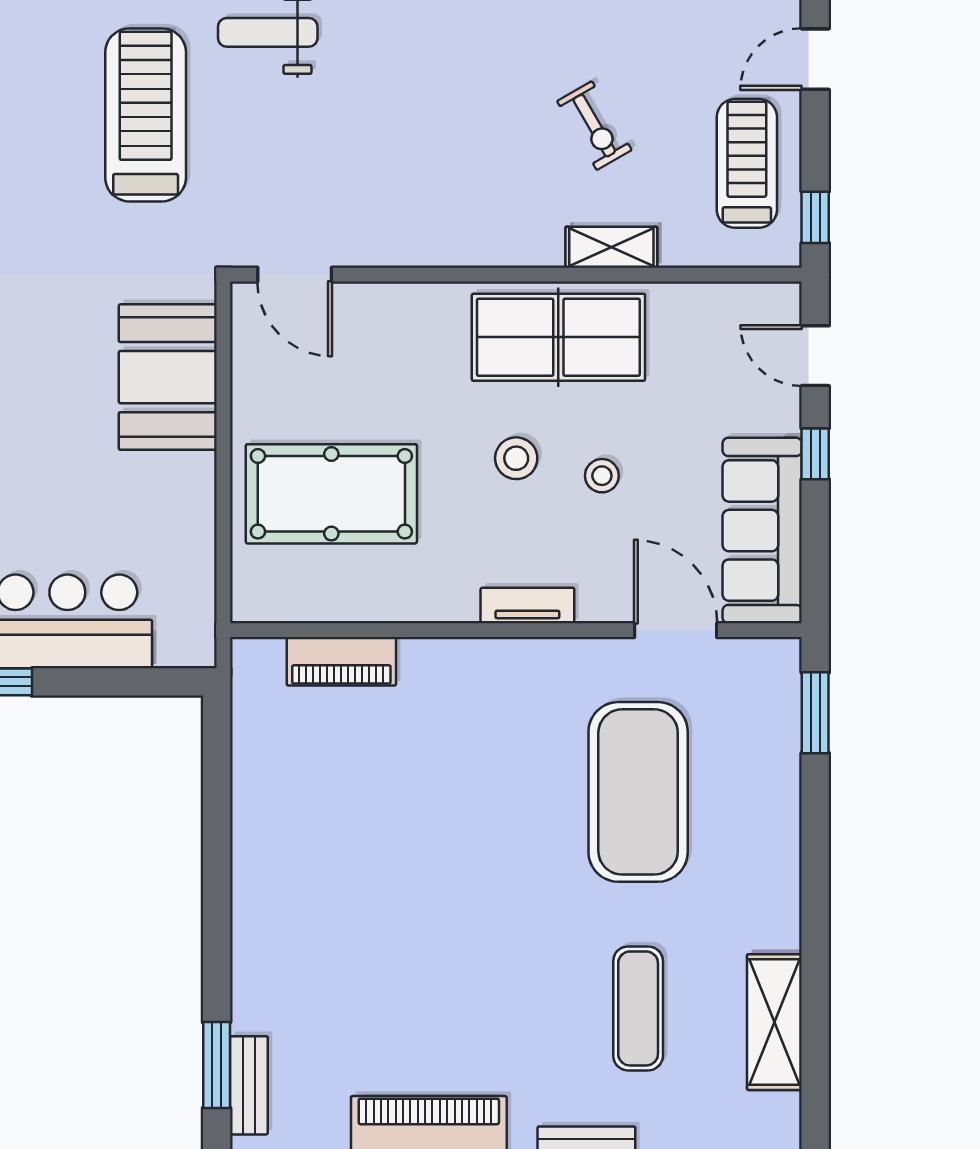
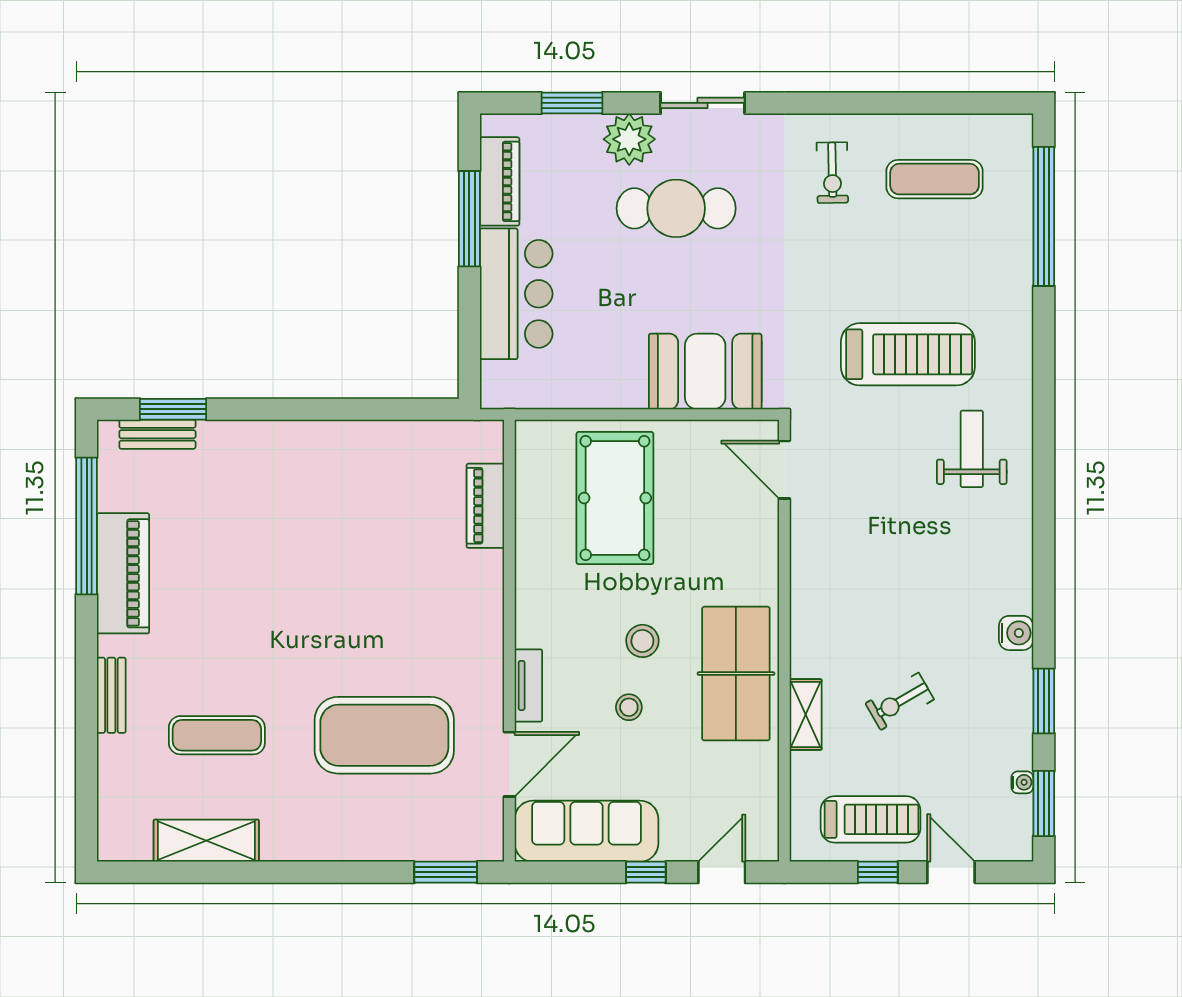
window: (815, 217) -> (878, 872), moved
door: (295, 275) -> (784, 470), hinge flipped
tv unit: (527, 606) -> (528, 685), moved

